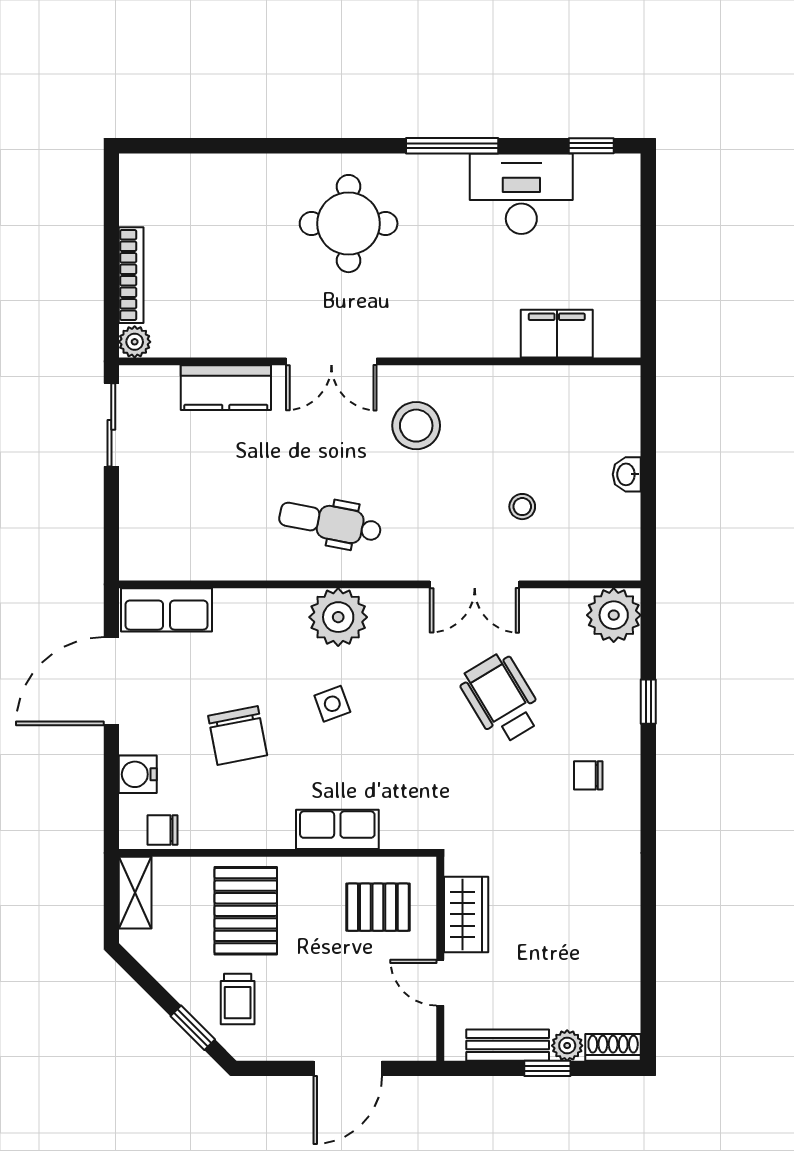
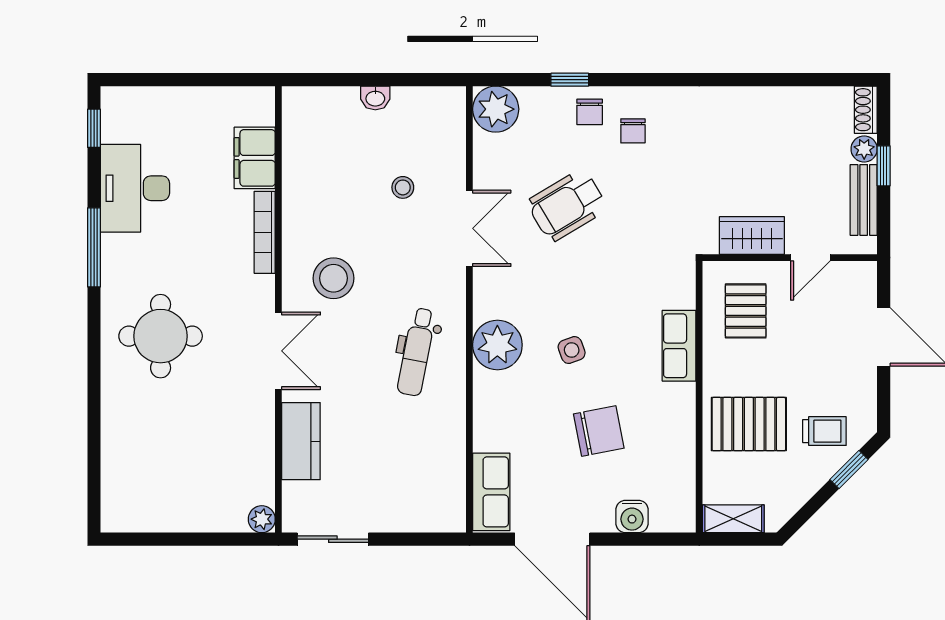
bookcase: (131, 275) -> (265, 232), moved, turned -90
chair: (163, 830) -> (590, 112), moved

